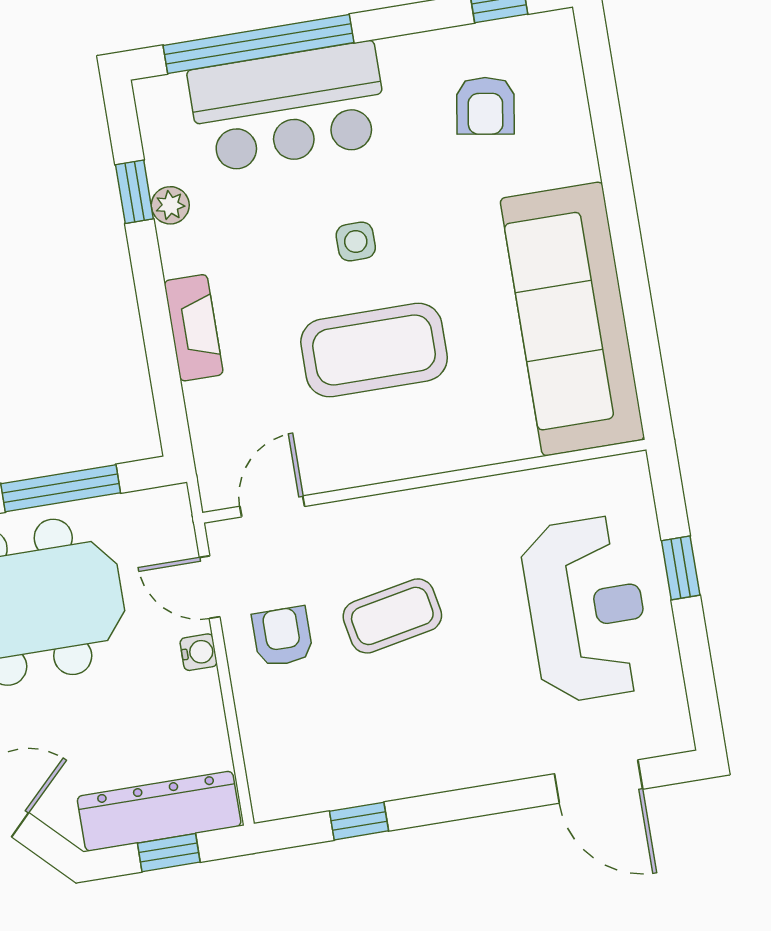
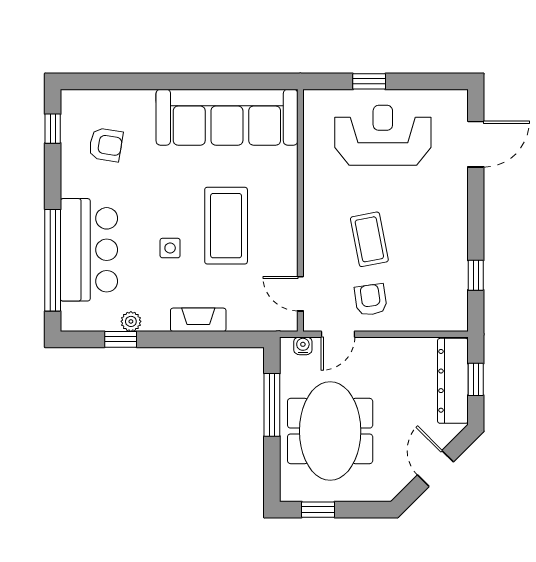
side table: (356, 242) -> (170, 248), moved
armchair: (282, 637) -> (371, 300), turned 82
water cooler: (199, 652) -> (303, 346), moved

